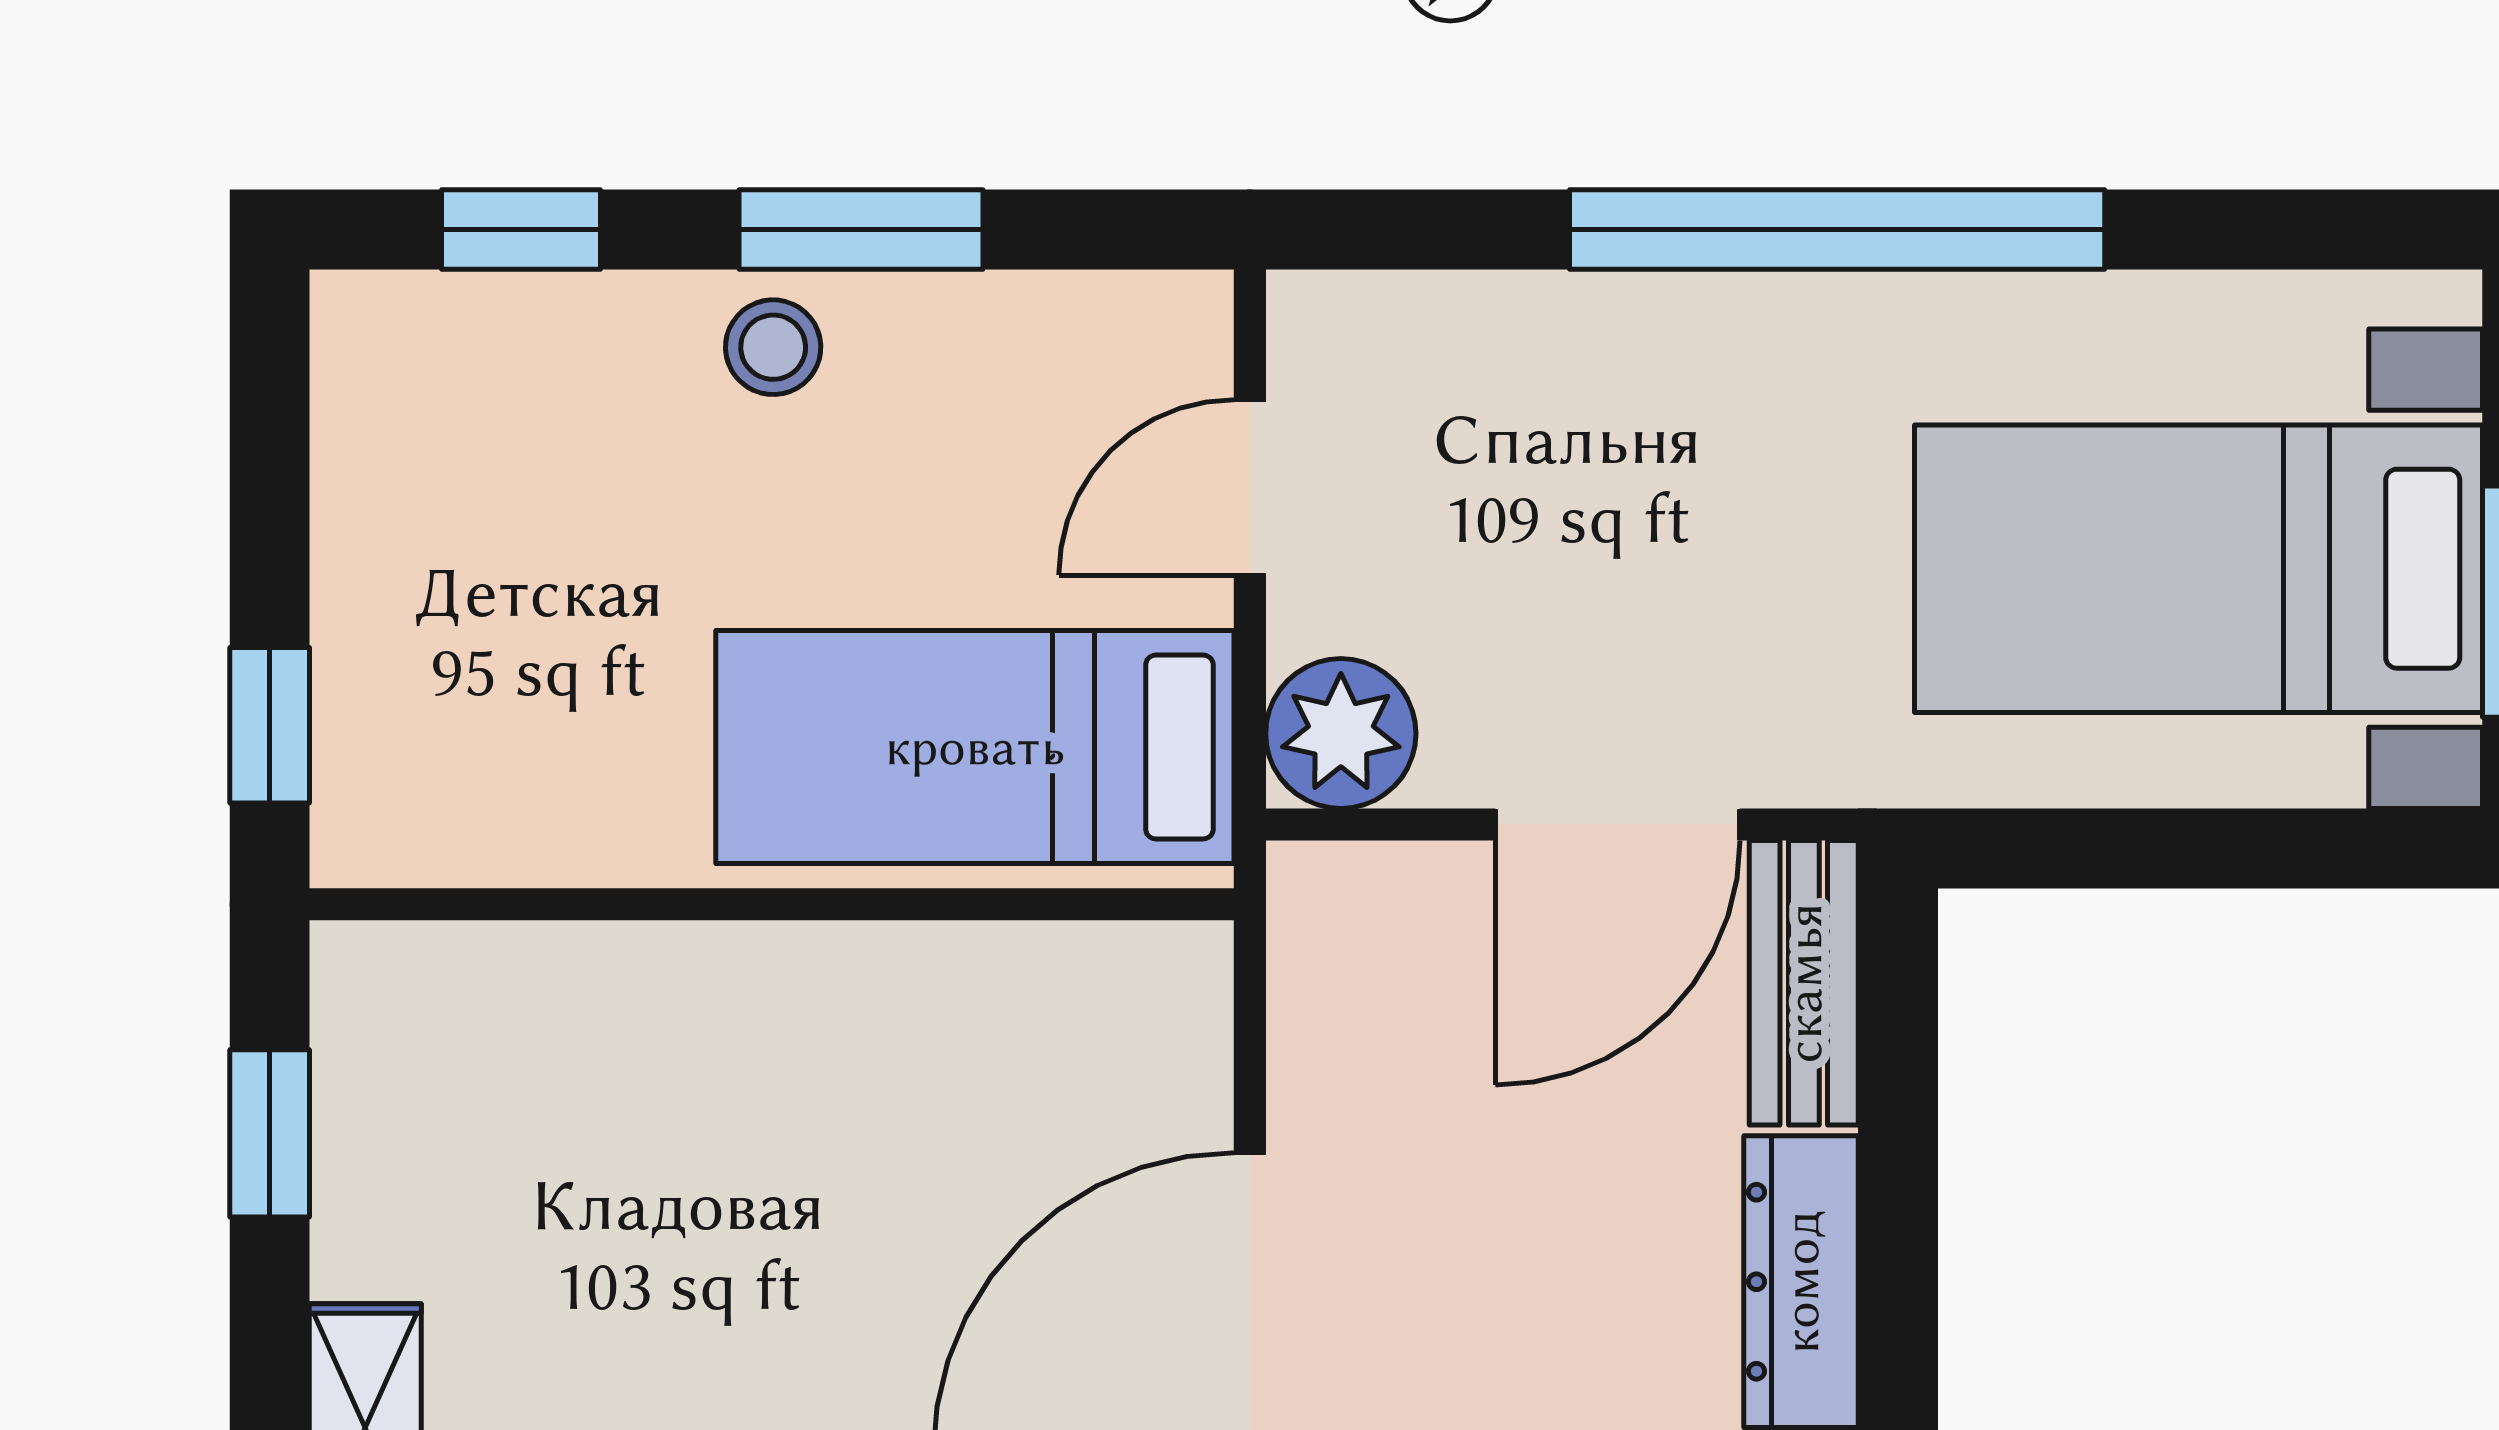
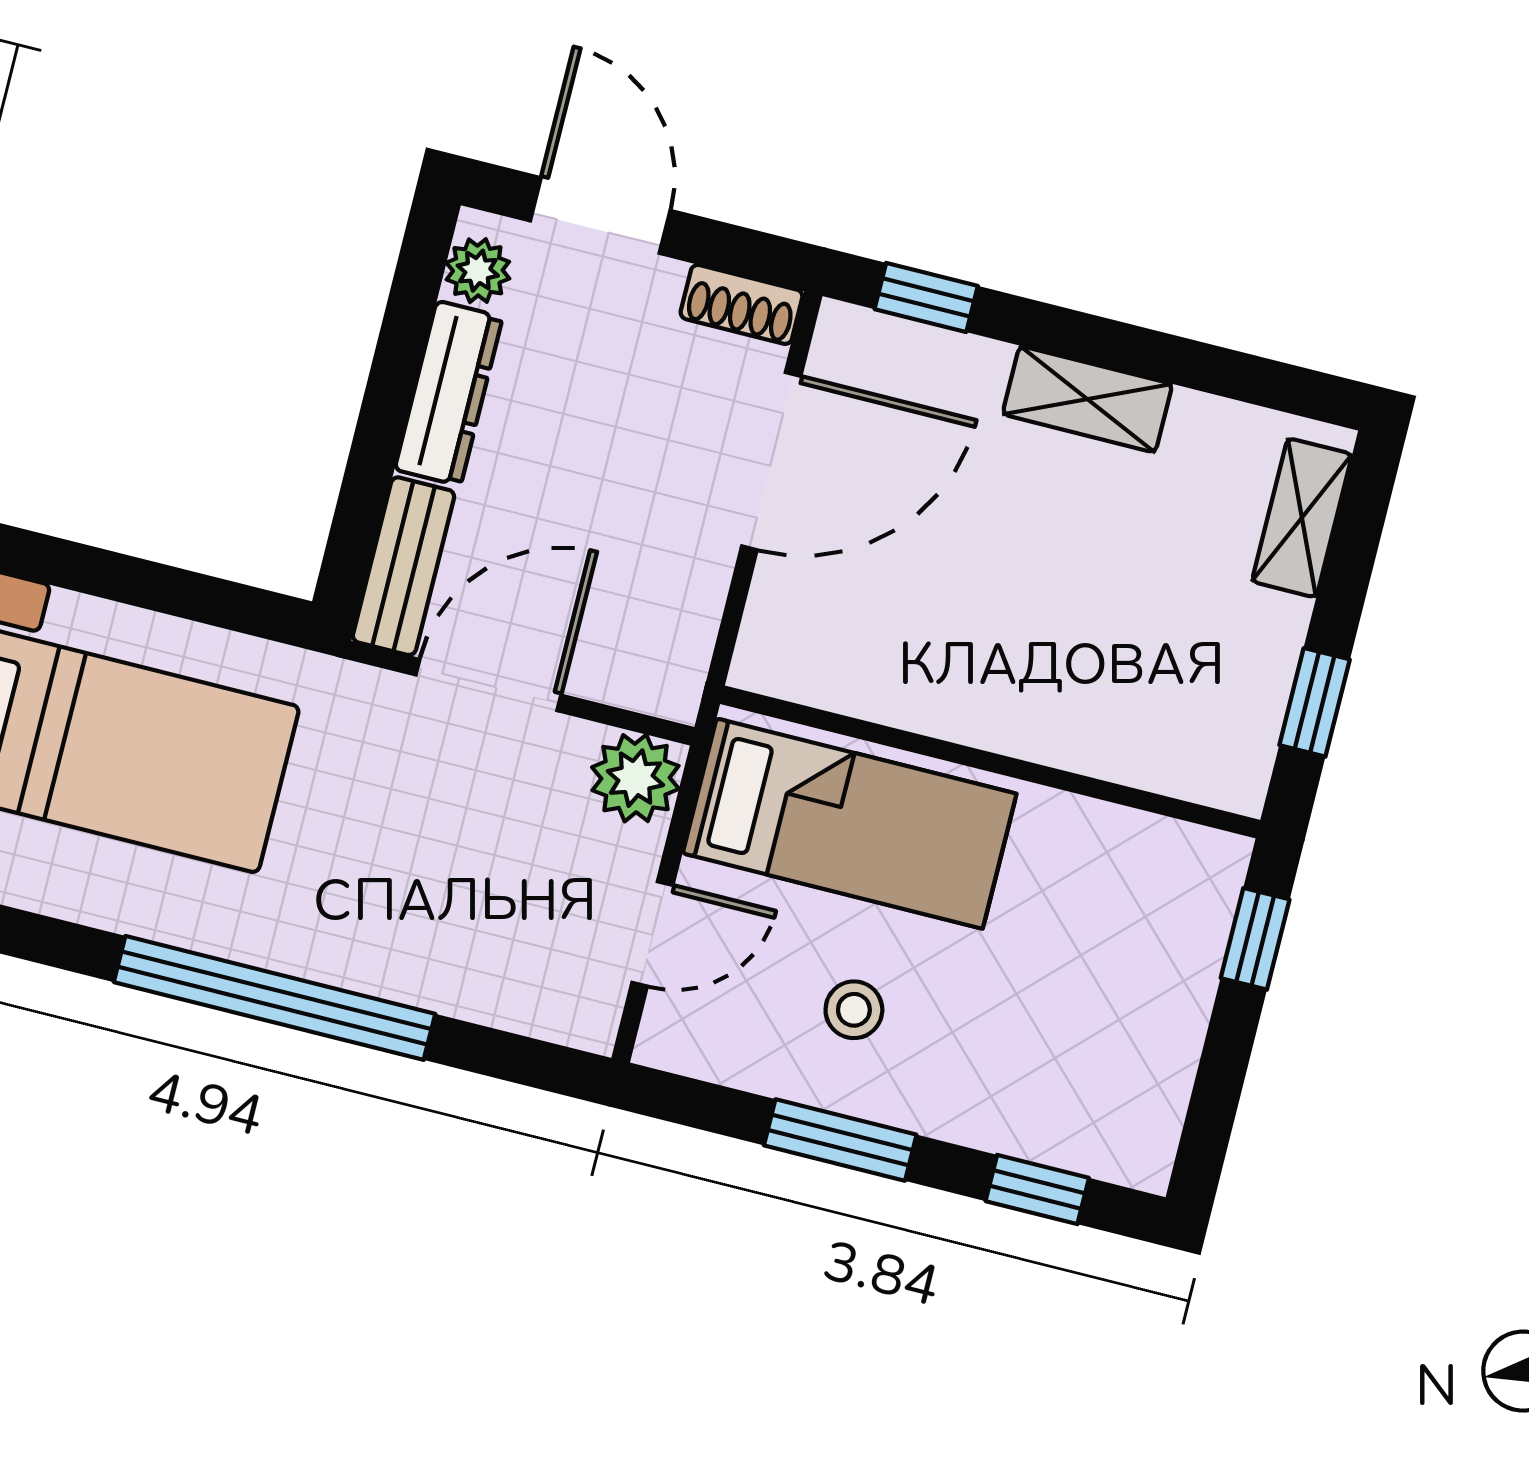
stool: (773, 347) -> (854, 1010), moved

